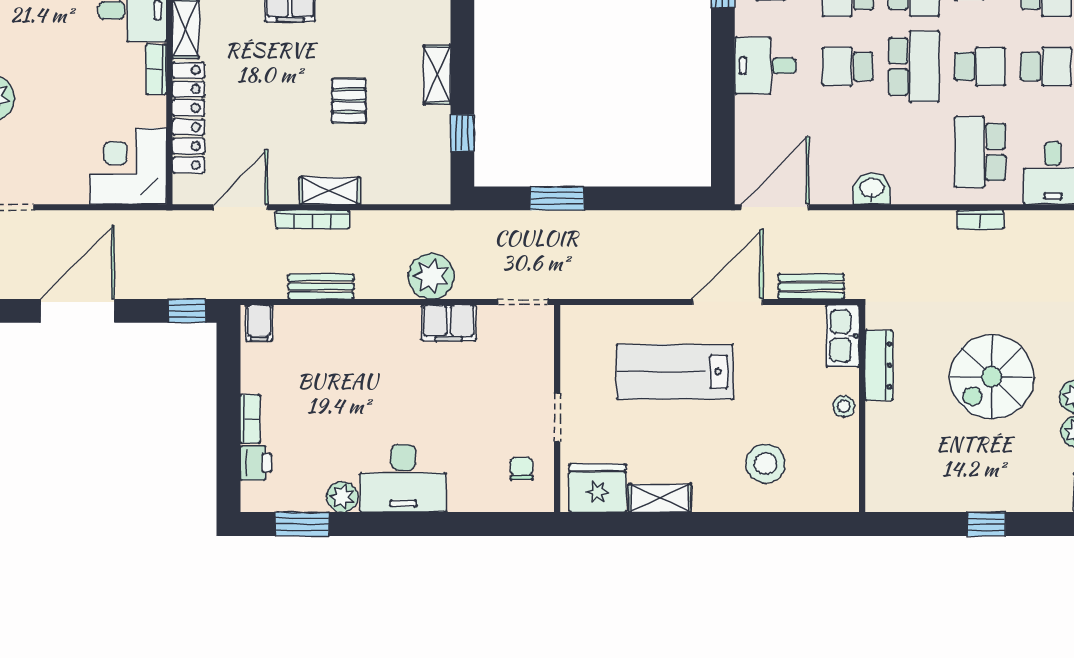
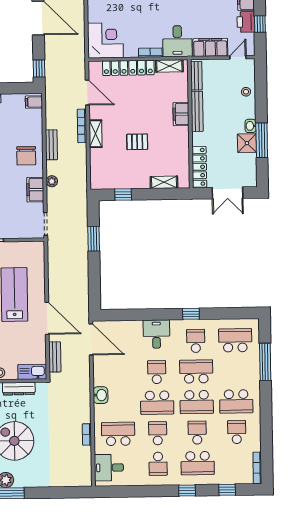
school desk: (980, 66) -> (158, 433), turned 180
shelving: (437, 75) -> (164, 182), moved
washbasin: (872, 189) -> (101, 395), moved
plant: (431, 276) -> (52, 181), width x0.53, depth x0.53
bench: (321, 287) -> (51, 145), moved
chair: (375, 341) -> (26, 156), added

